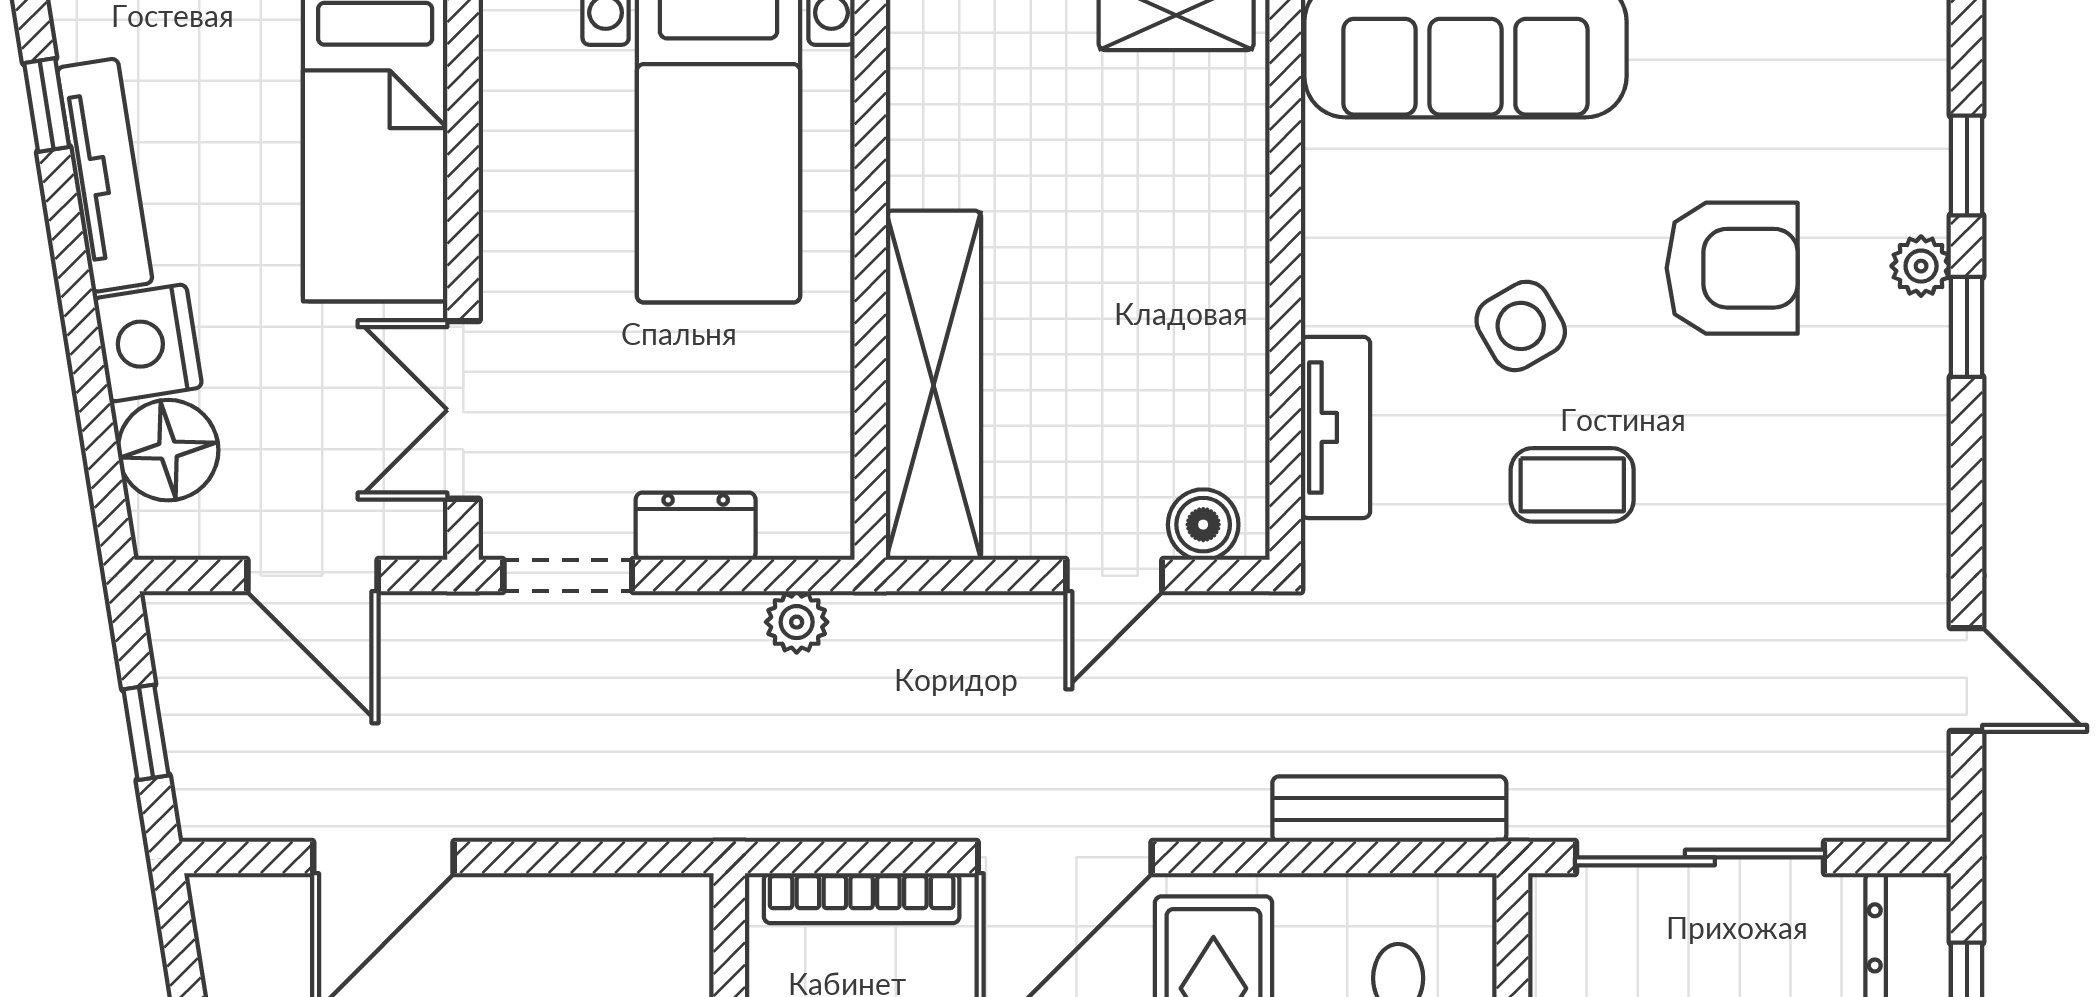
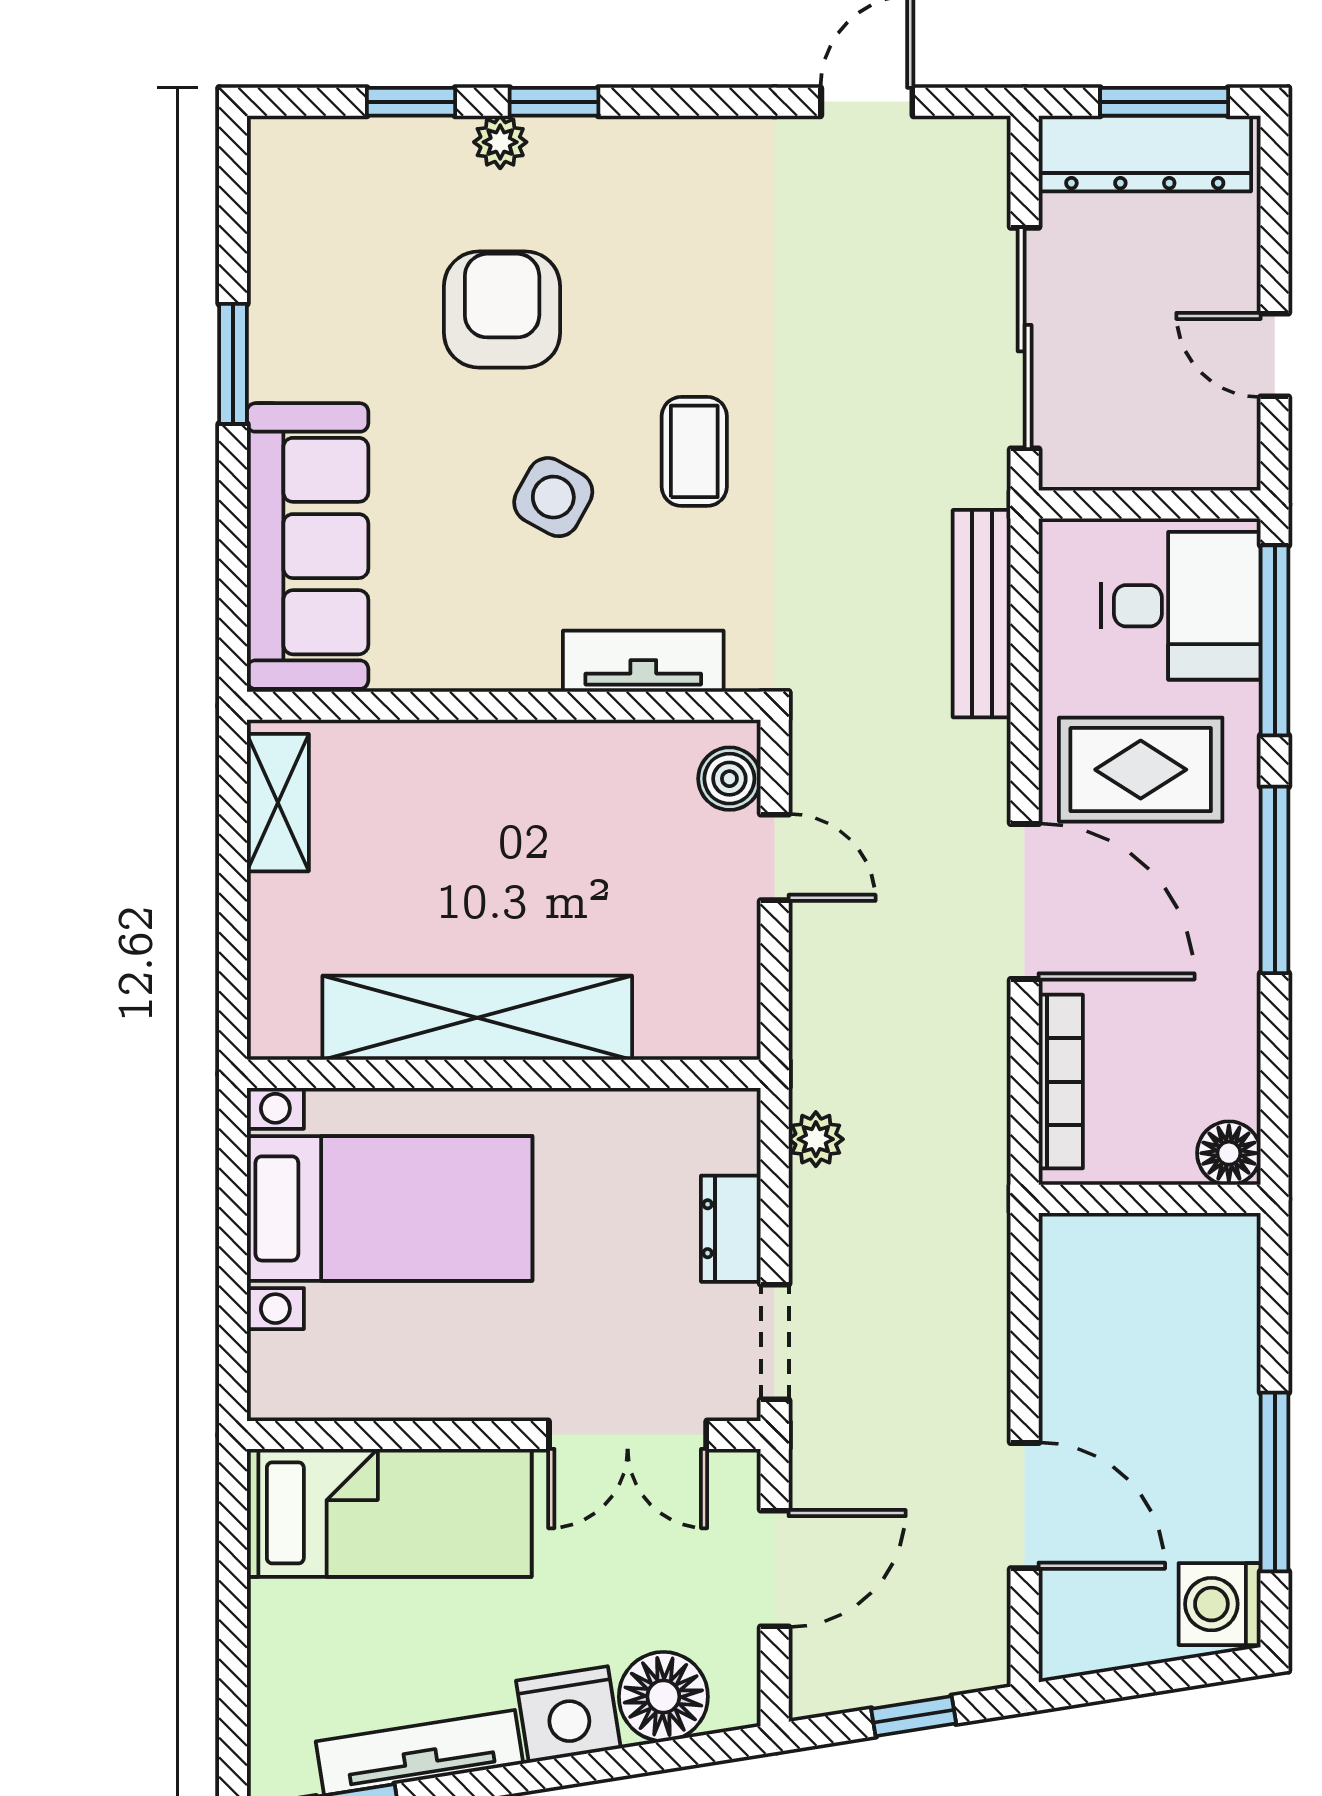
side table: (1521, 326) -> (553, 497), turned -31
shelving: (934, 385) -> (477, 1018), moved

